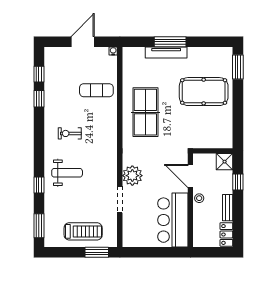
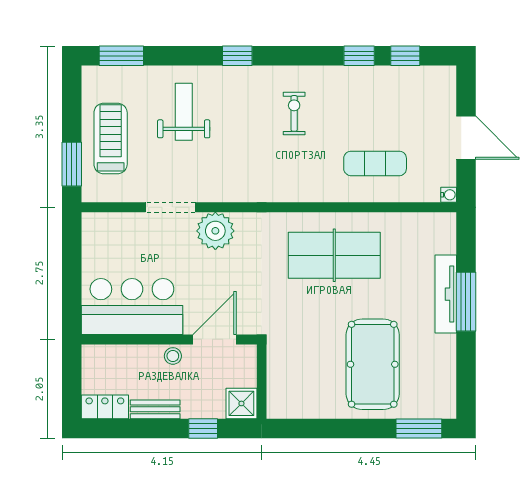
exercise mat: (96, 90) -> (375, 163), turned 90
weight bench: (67, 173) -> (184, 112), moved, turned 180
window: (39, 185) -> (237, 56), moved
treadmill: (83, 231) -> (111, 139), turned 180

